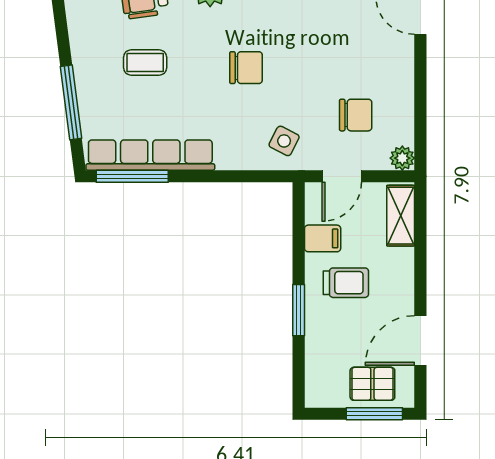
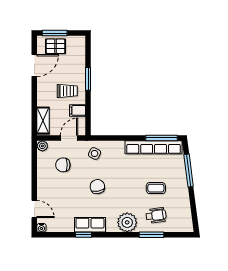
chair: (246, 68) -> (97, 187), moved, turned 80
trolley: (346, 283) -> (67, 91), turned 180

